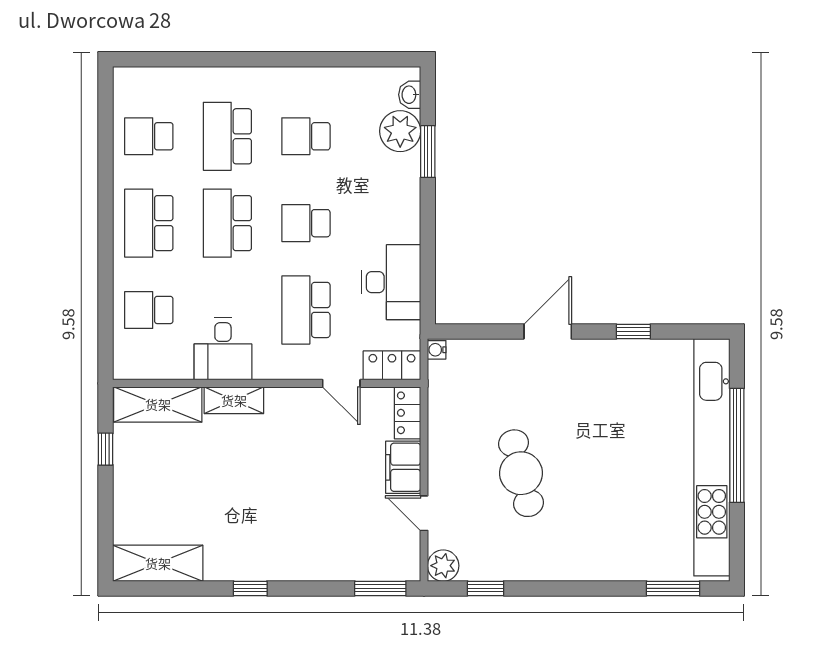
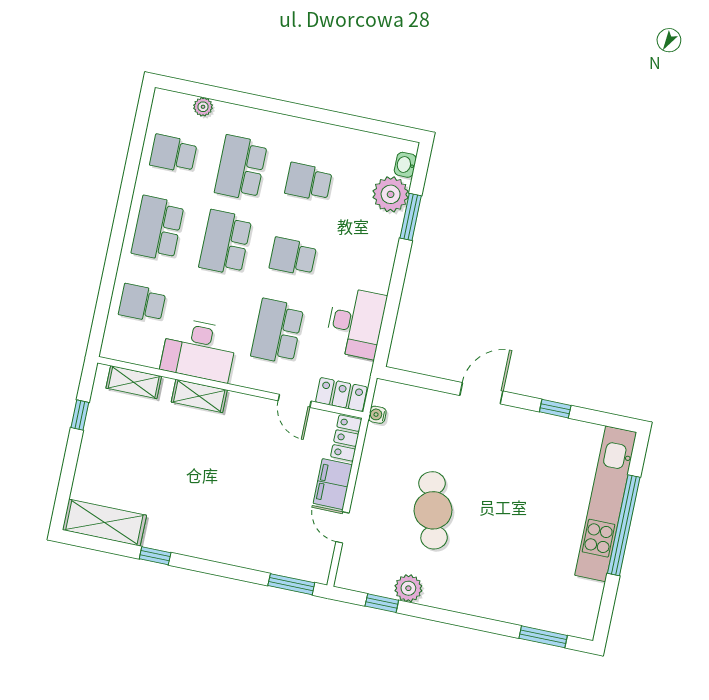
plant: (171, 77) -> (203, 107), added
desk: (223, 349) -> (199, 350), width x1.37
water cooler: (437, 350) -> (377, 415), moved
shelving: (158, 404) -> (134, 382), width x0.67, depth x0.75
kitchen unit: (712, 457) -> (606, 504), width x0.73
plant: (443, 566) -> (408, 588), moved
window: (250, 588) -> (155, 556), moved

